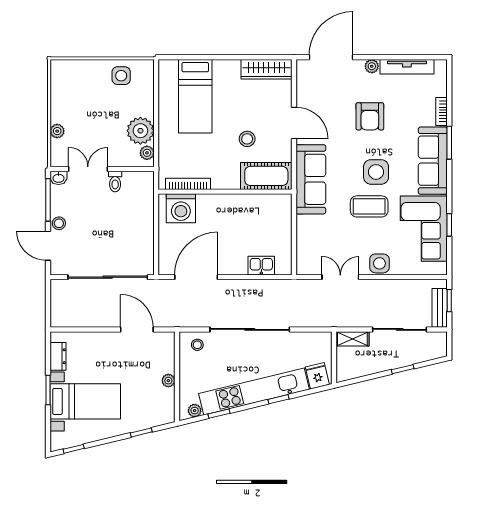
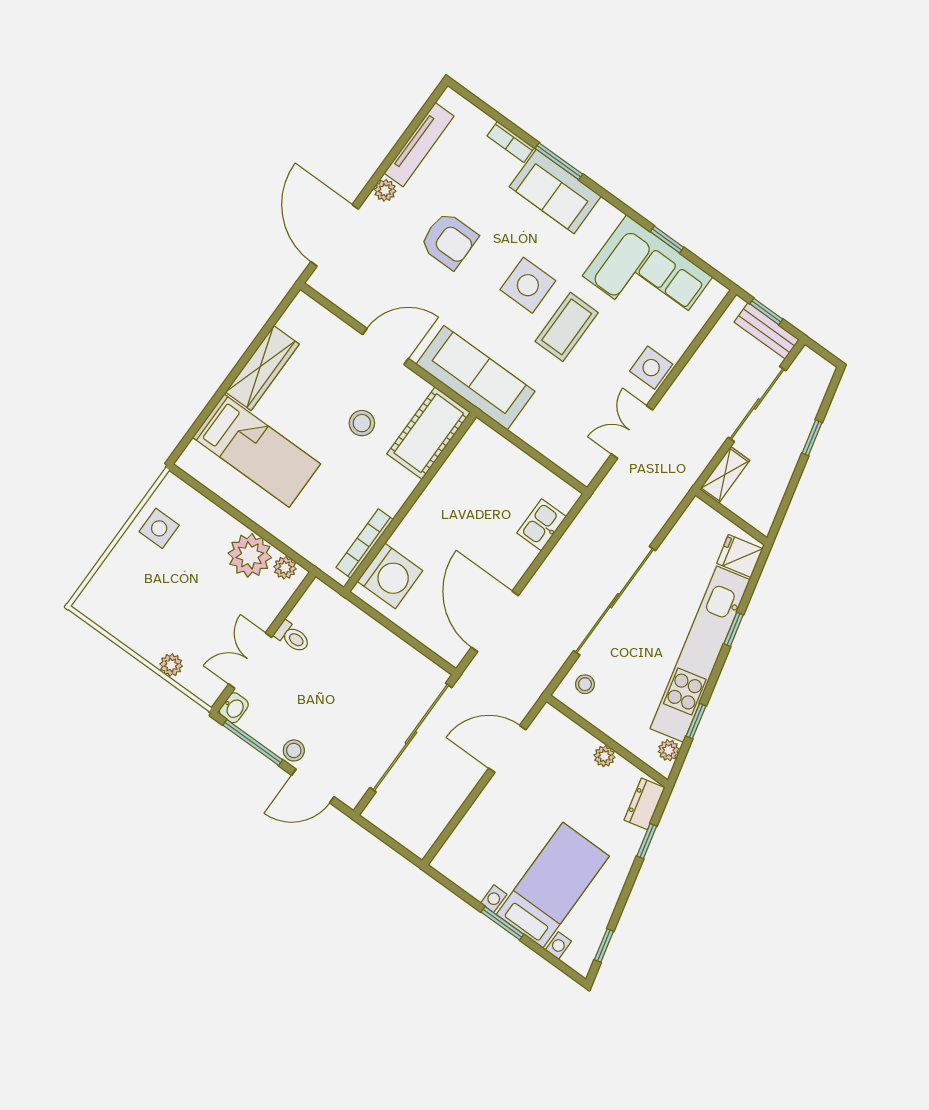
wardrobe: (266, 69) -> (262, 368), moved
sofa: (433, 161) -> (555, 191), width x0.73
dresser: (58, 356) -> (644, 804), moved, turned -104

